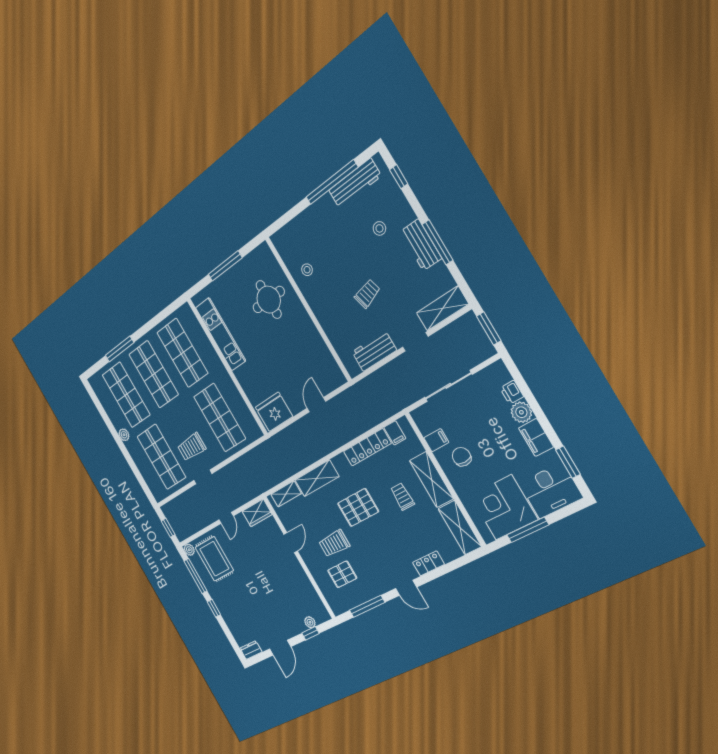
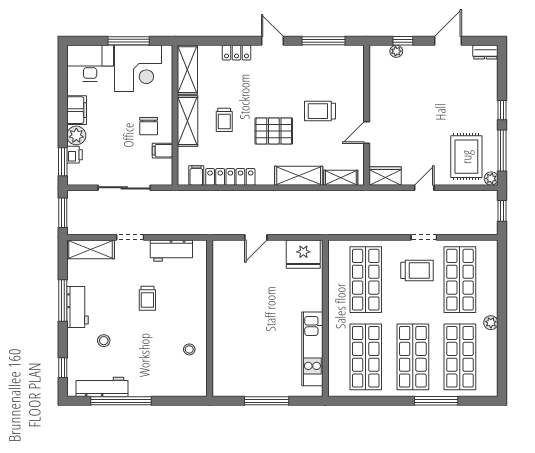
trolley: (367, 294) -> (147, 298), turned -74
round table: (269, 300) -> (243, 348), removed
window: (568, 462) -> (63, 162), moved
trolley: (334, 543) -> (320, 111), turned 180
pallet: (342, 574) -> (330, 80), removed

